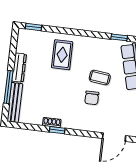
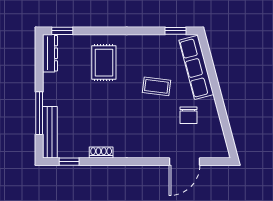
dresser: (19, 68) -> (50, 53), moved
chair: (92, 98) -> (188, 115), moved
window: (57, 130) -> (69, 162), moved

